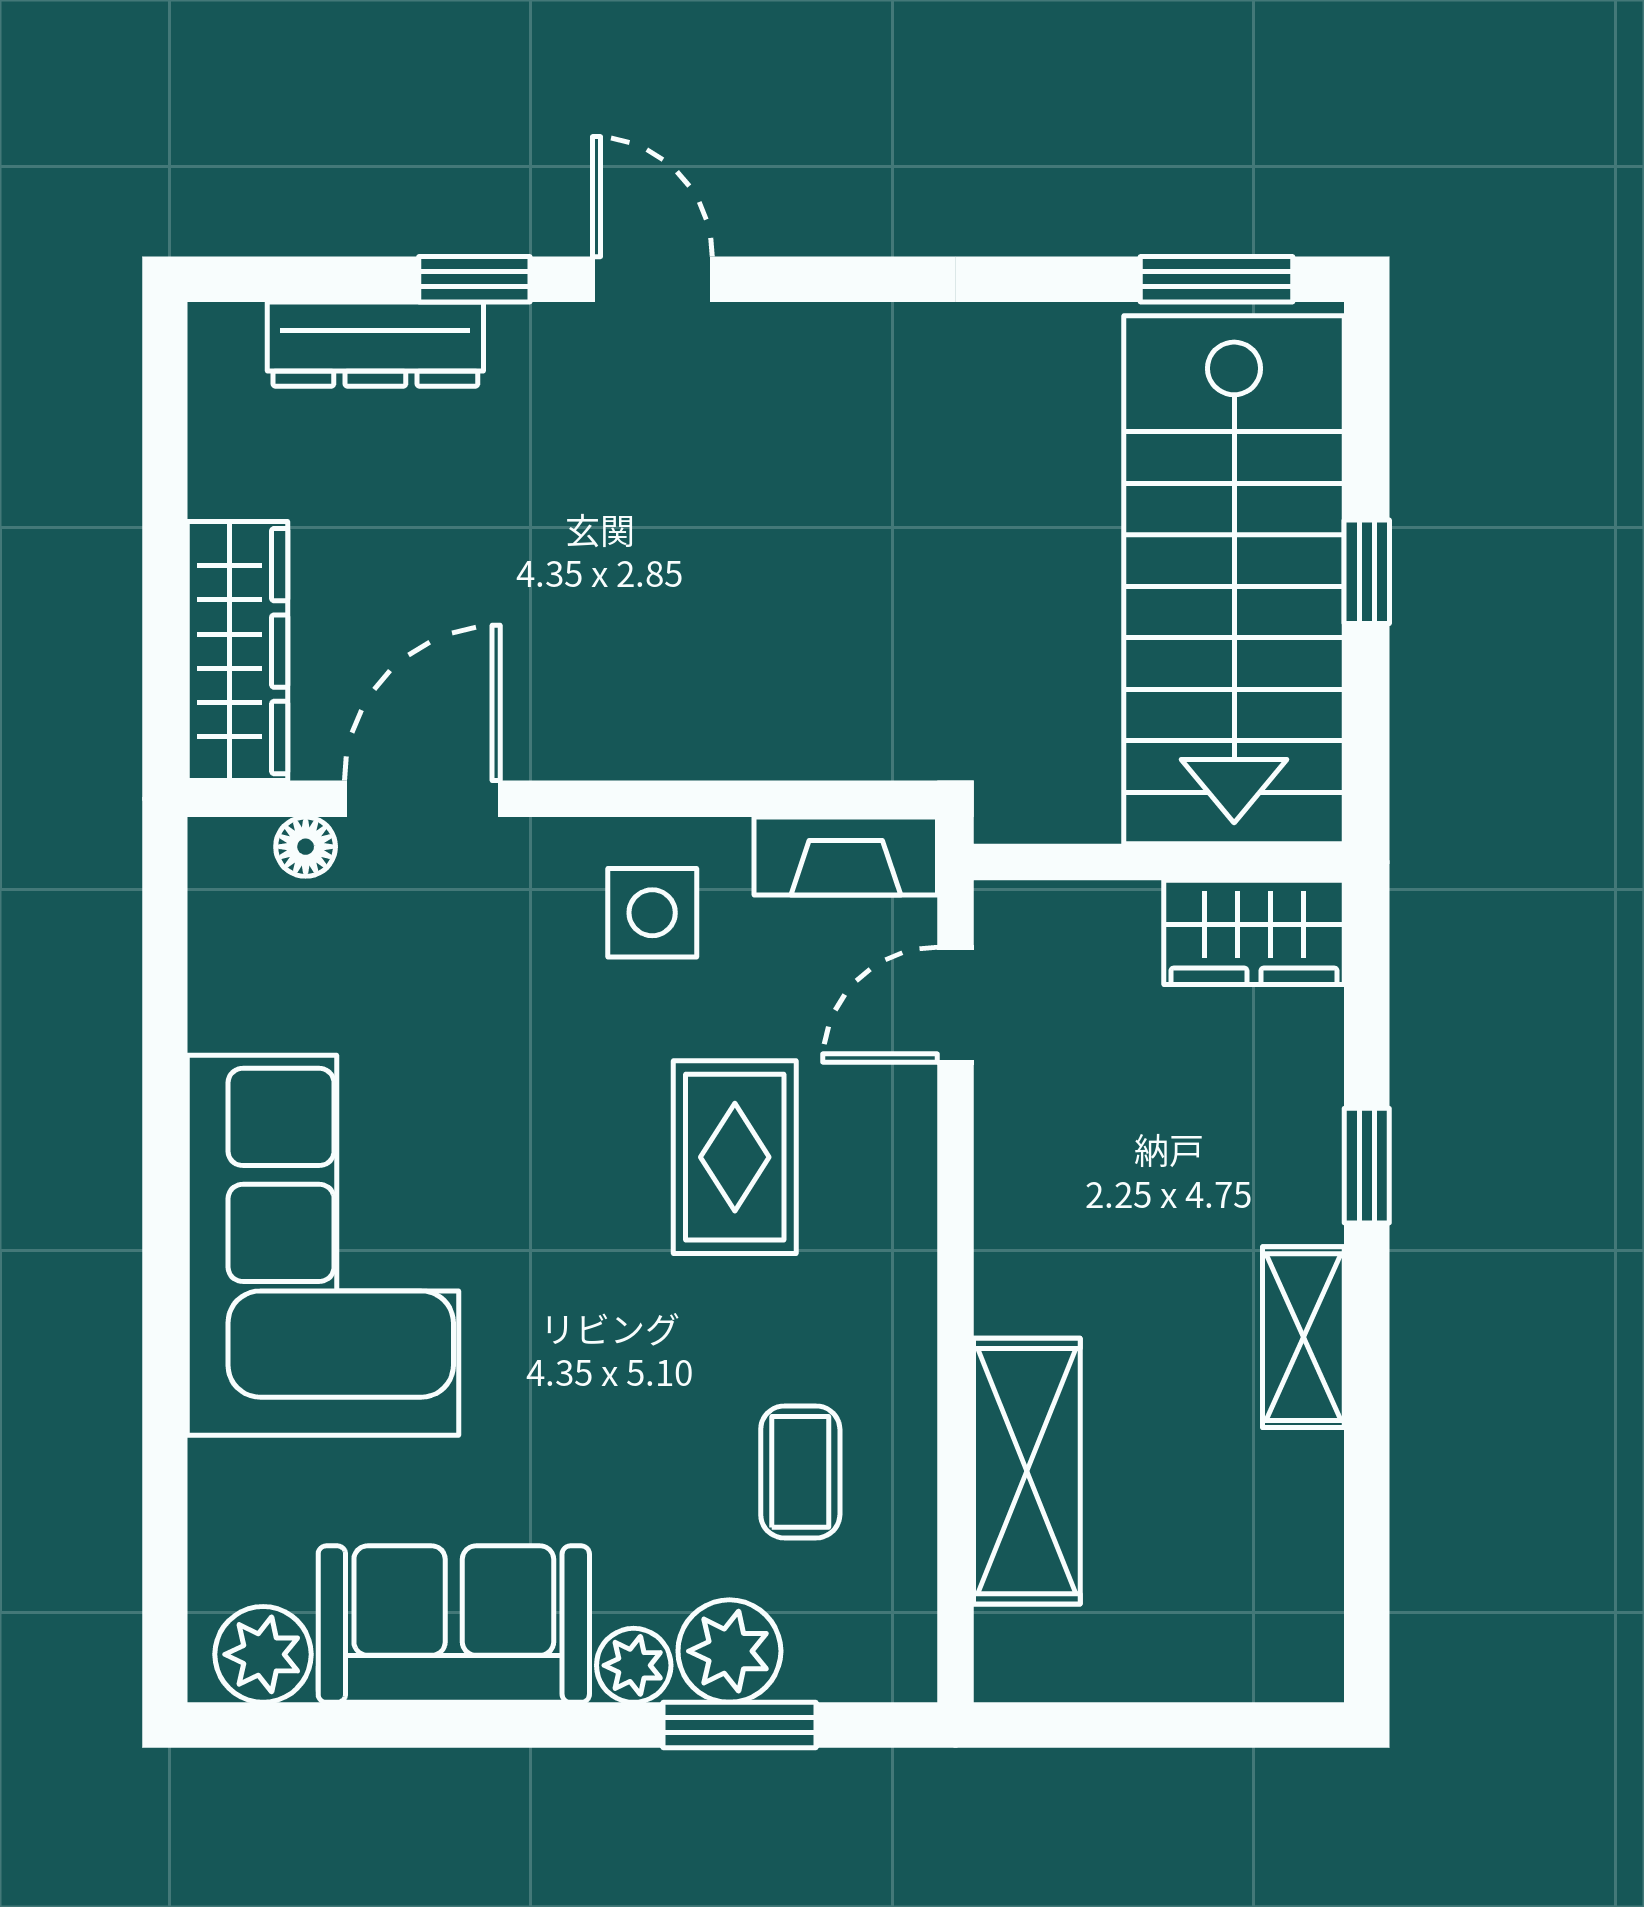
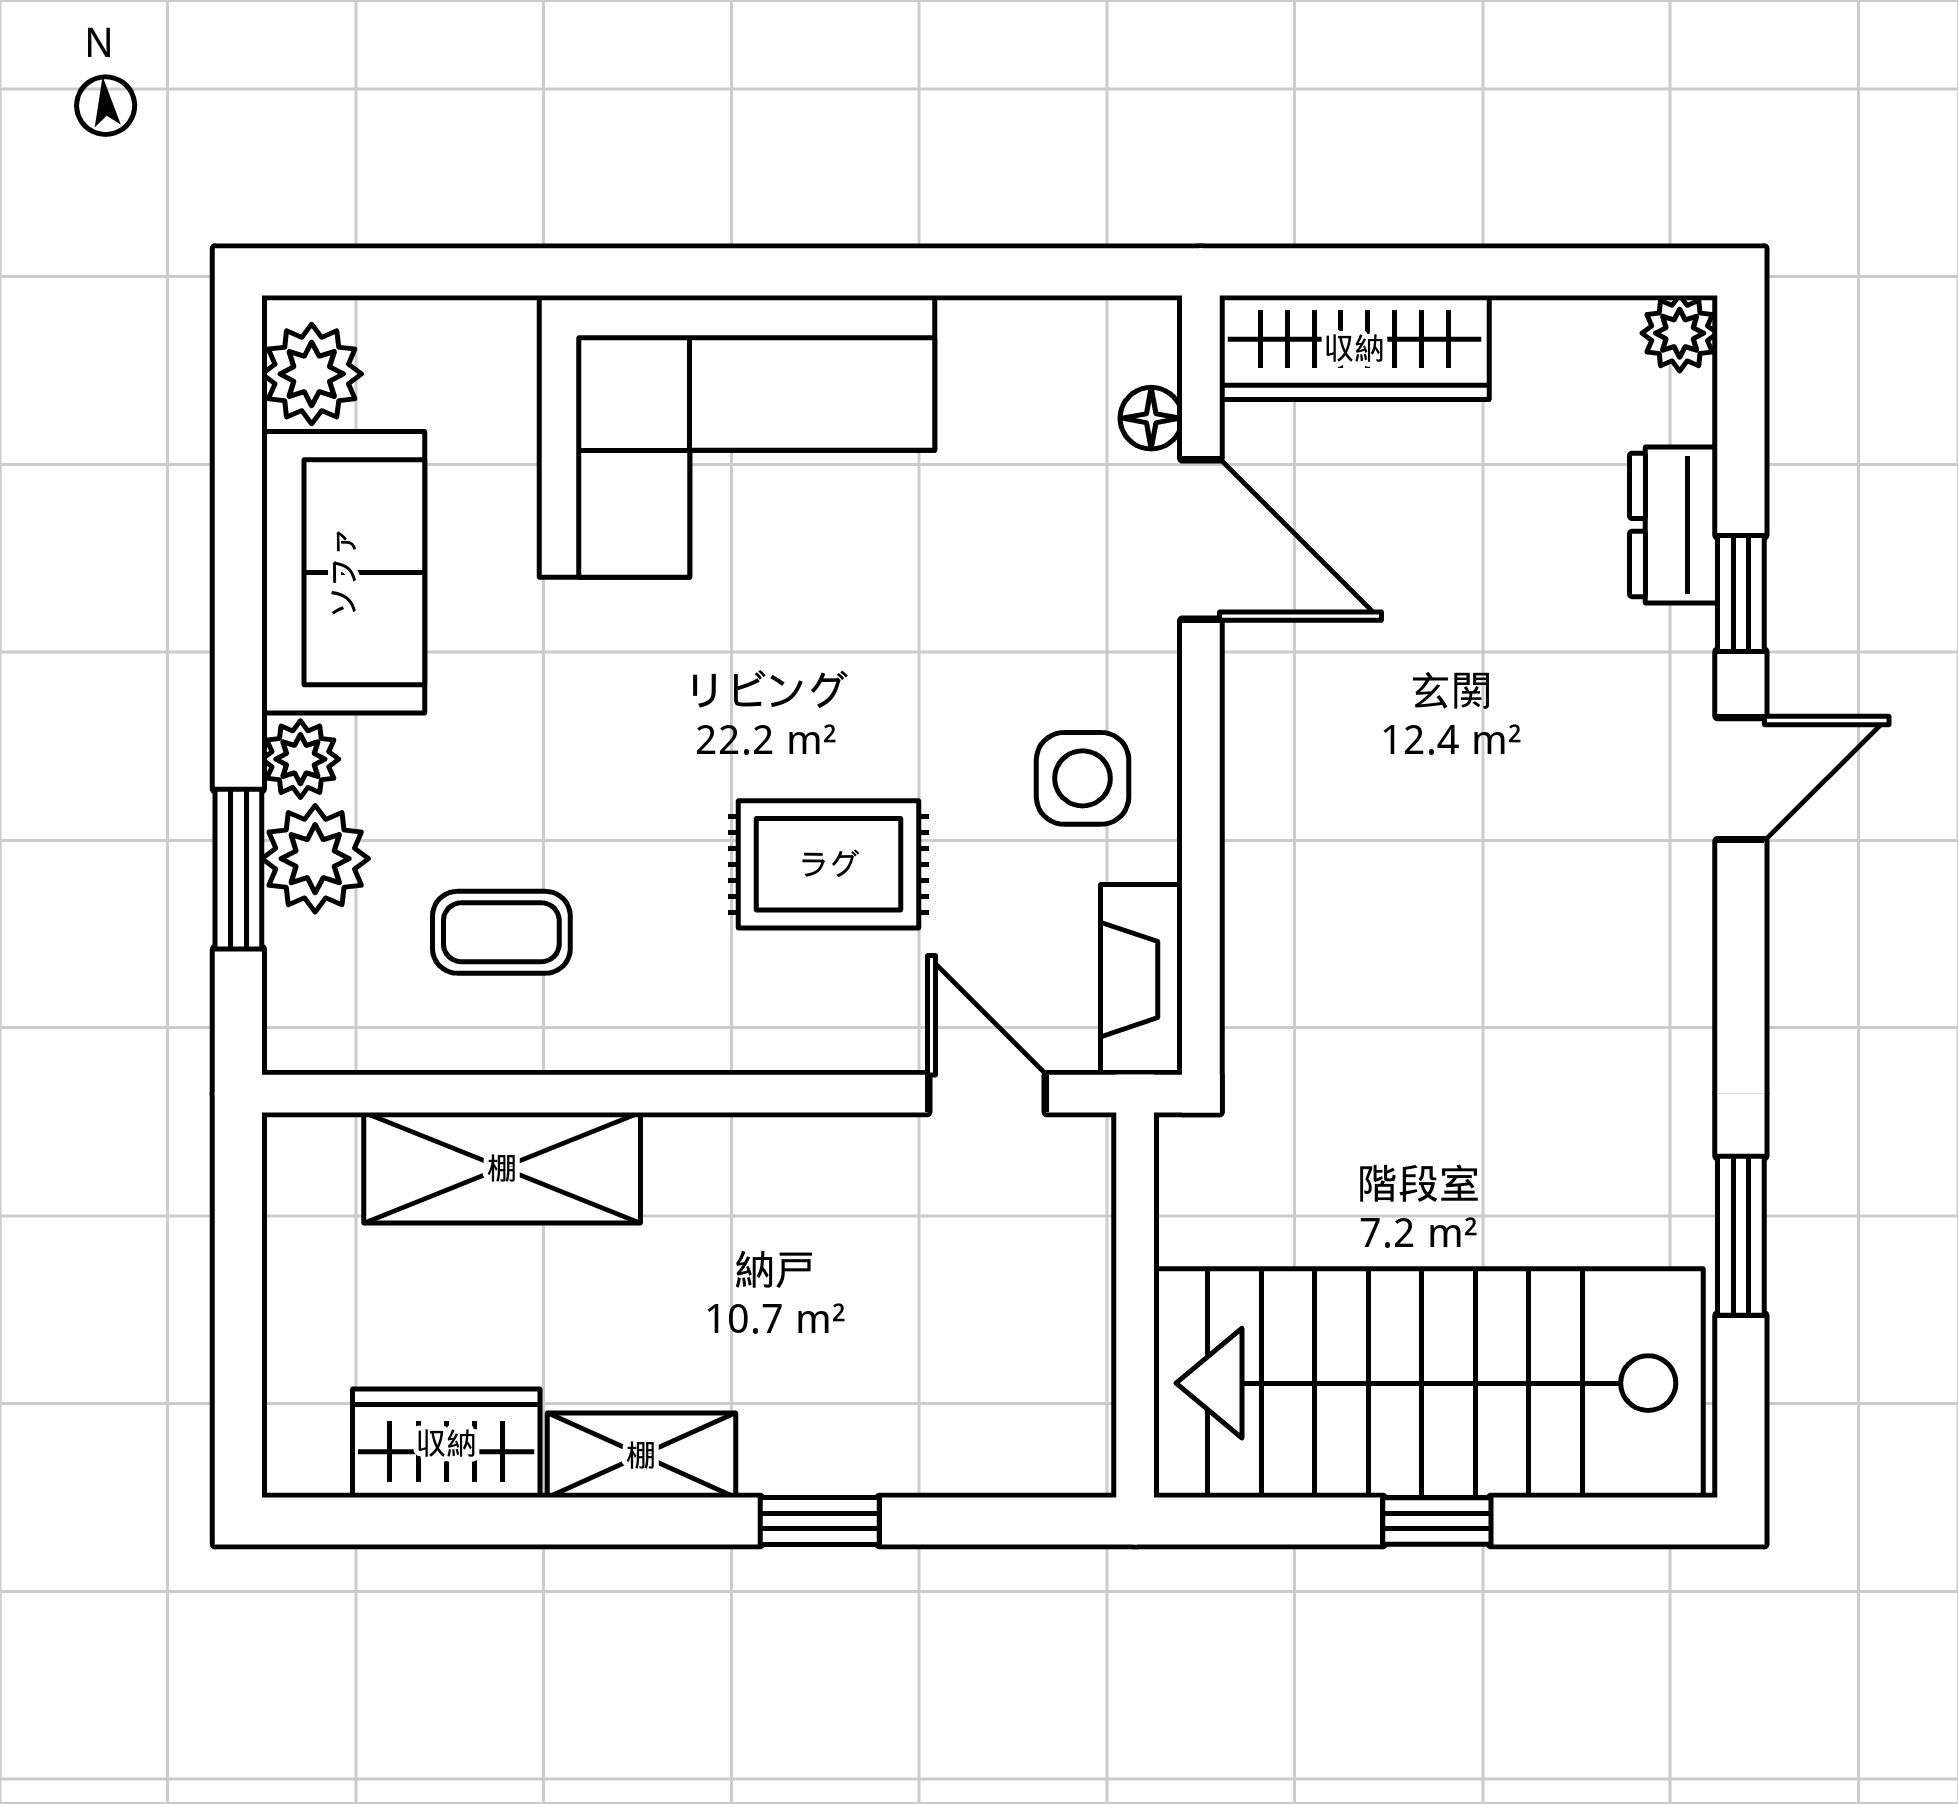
window: (1216, 279) -> (1741, 1236), moved
plant: (224, 338) -> (1680, 333), added
dresser: (375, 344) -> (1674, 525), width x0.70
wardrobe: (1254, 932) -> (446, 1443), moved, turned 90

